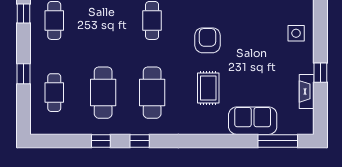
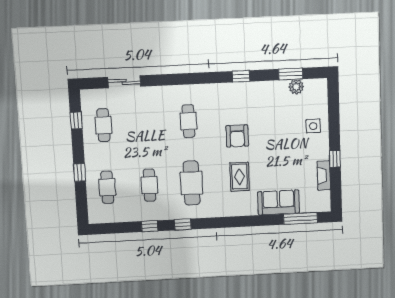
armchair: (208, 40) -> (237, 136), turned 180
cafe table: (103, 93) -> (149, 185), width x0.73, depth x0.74

